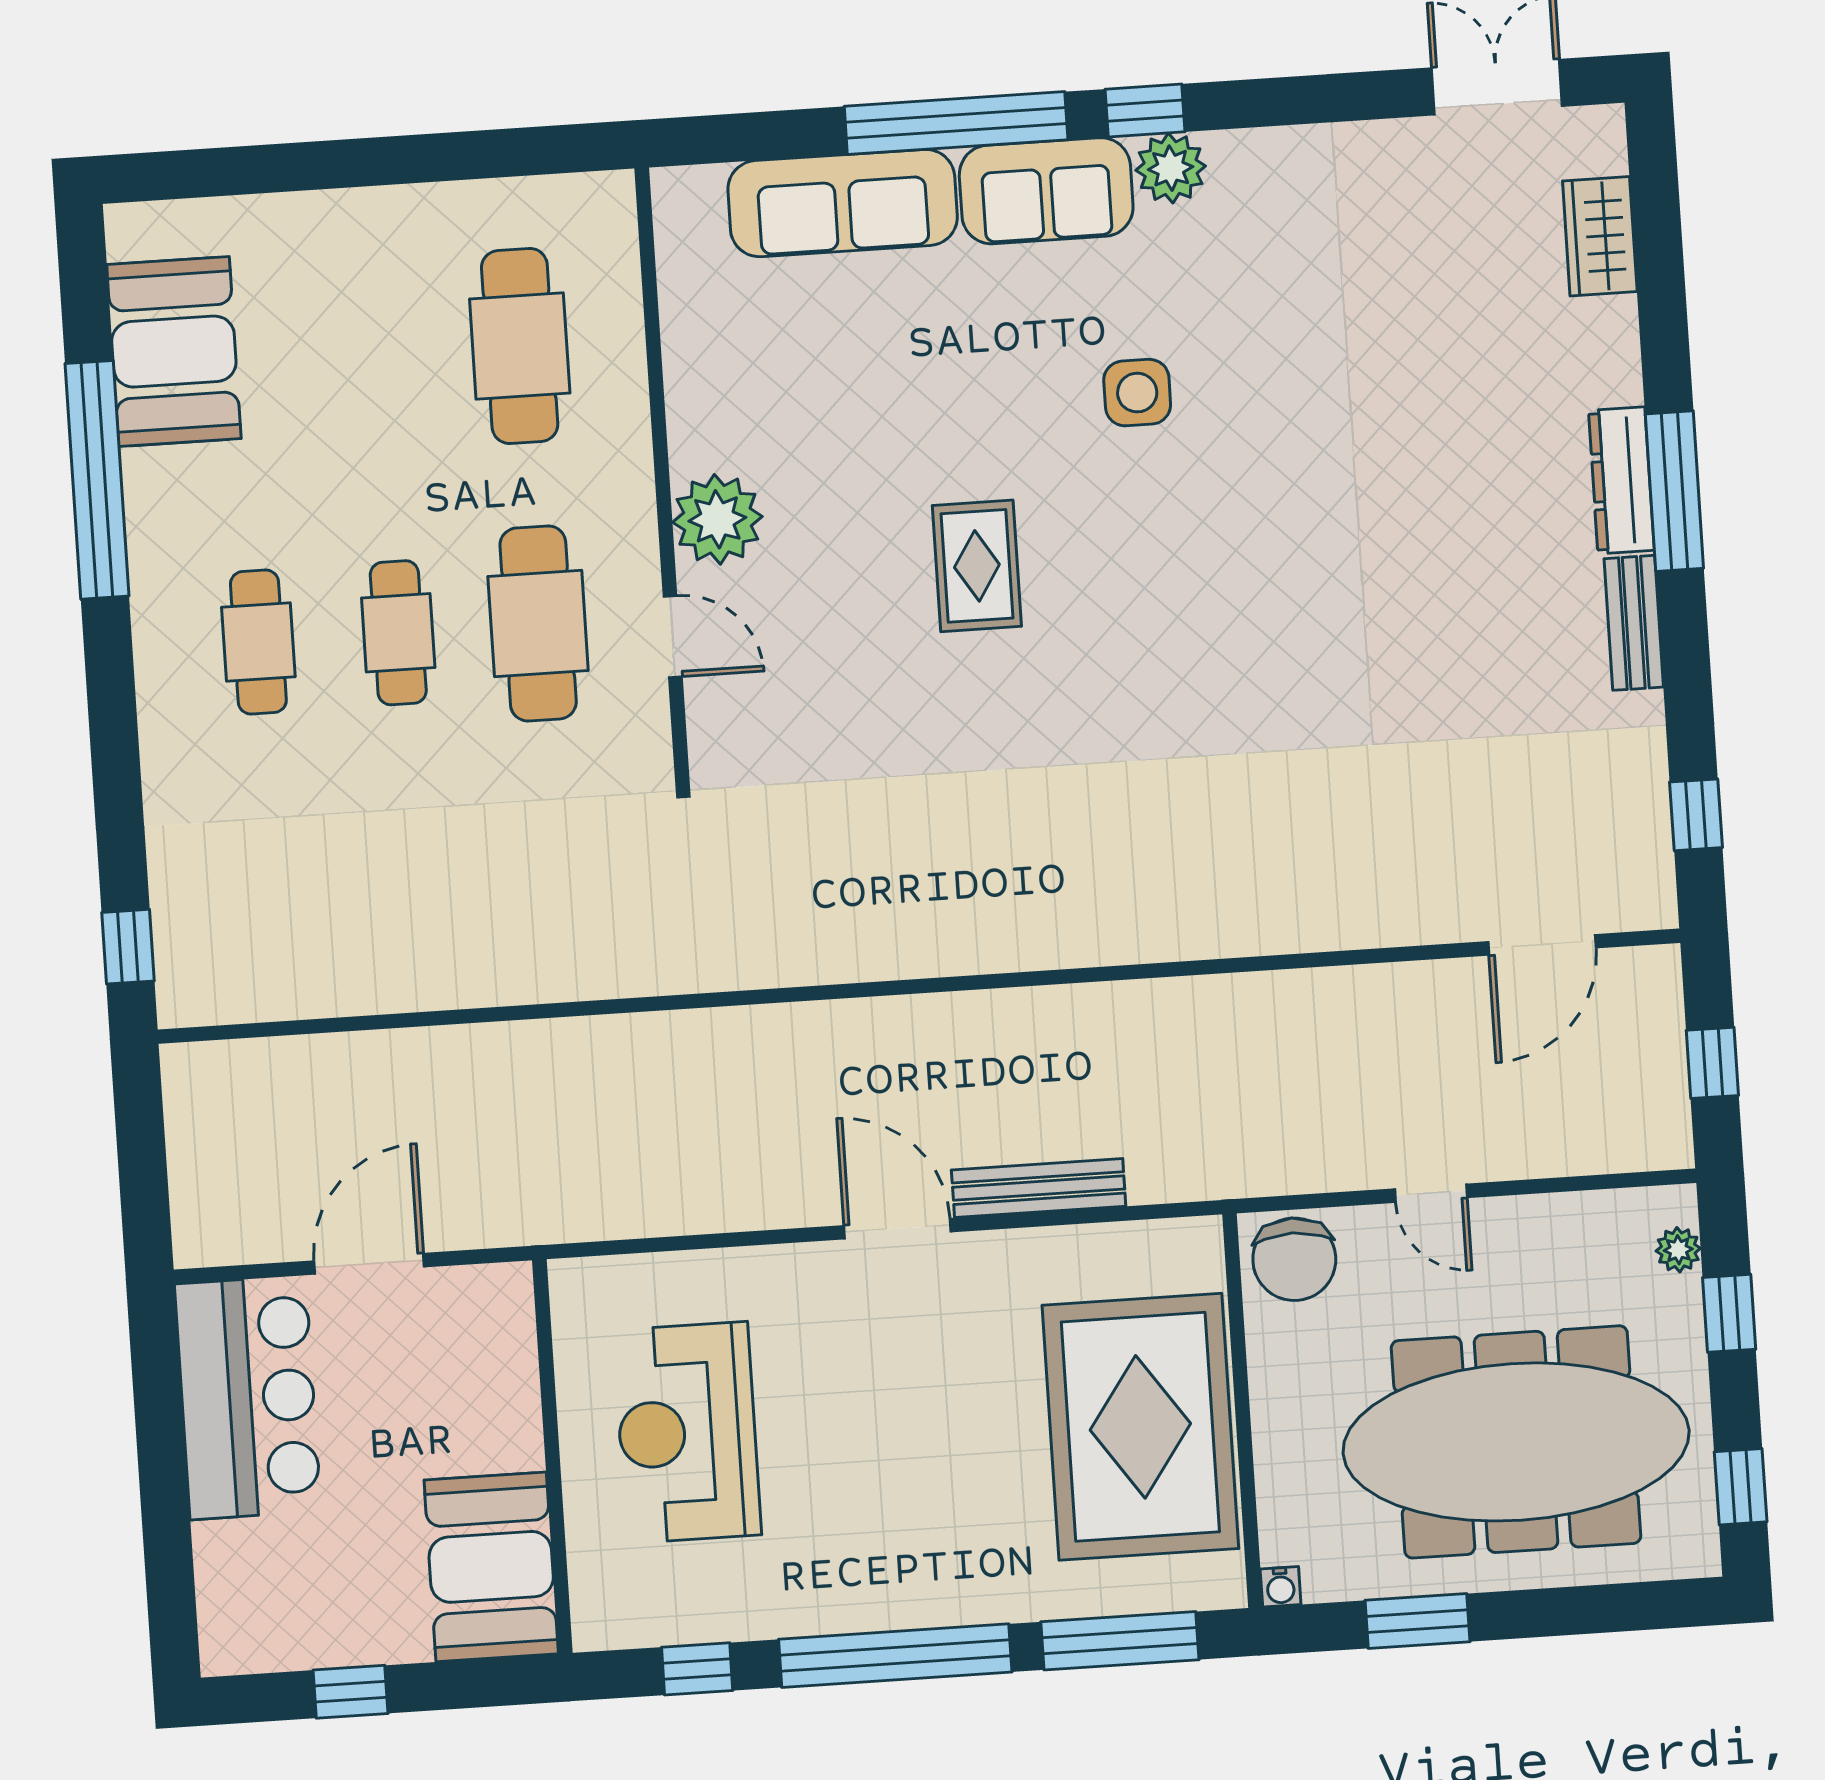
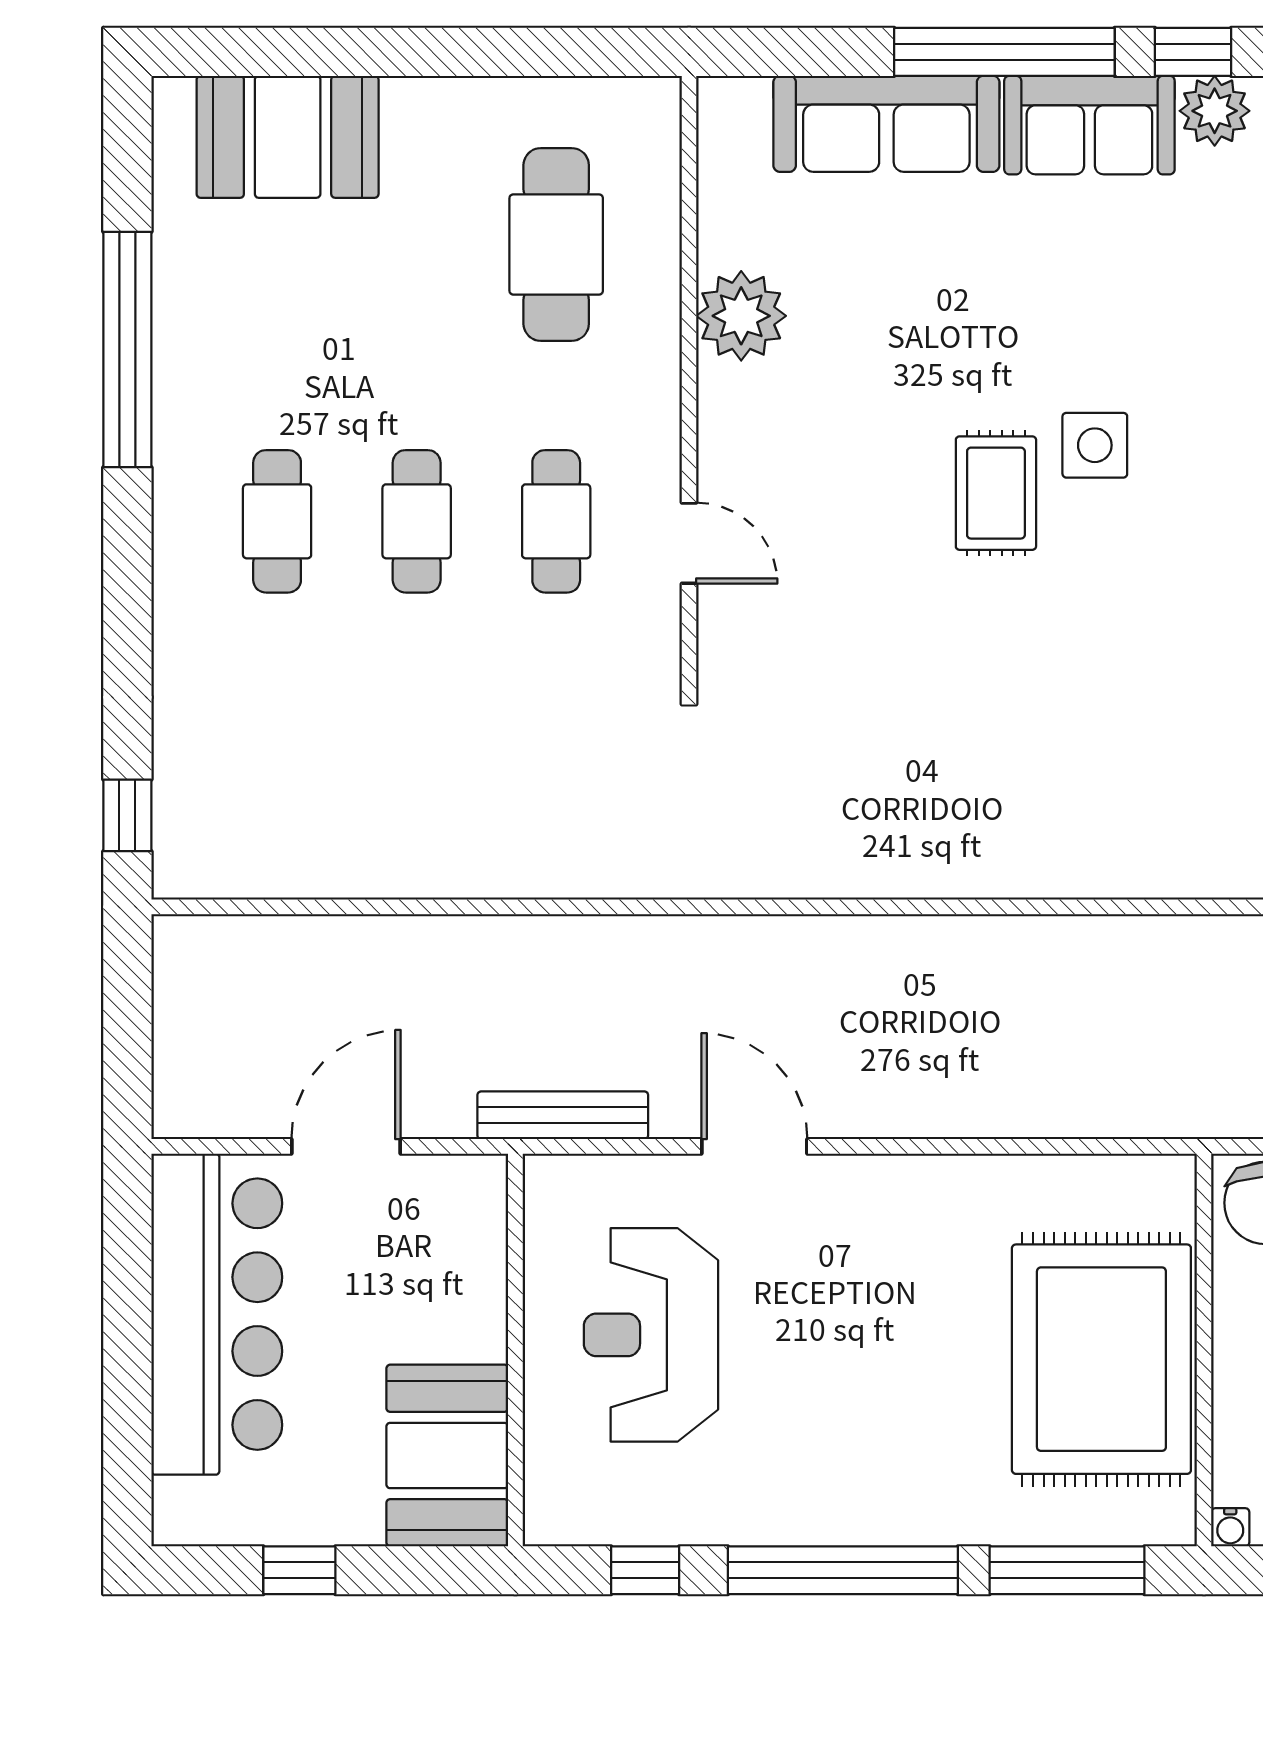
booth: (174, 352) -> (288, 137), moved, turned 90
side table: (1137, 393) -> (1095, 445), moved
plant: (717, 519) -> (741, 316), moved
cafe table: (538, 623) -> (556, 521), width x0.73, depth x0.74
bench: (1039, 1188) -> (563, 1115), moved
door: (897, 1229) -> (754, 1146), moved
bar counter: (248, 1398) -> (217, 1314), width x1.36

